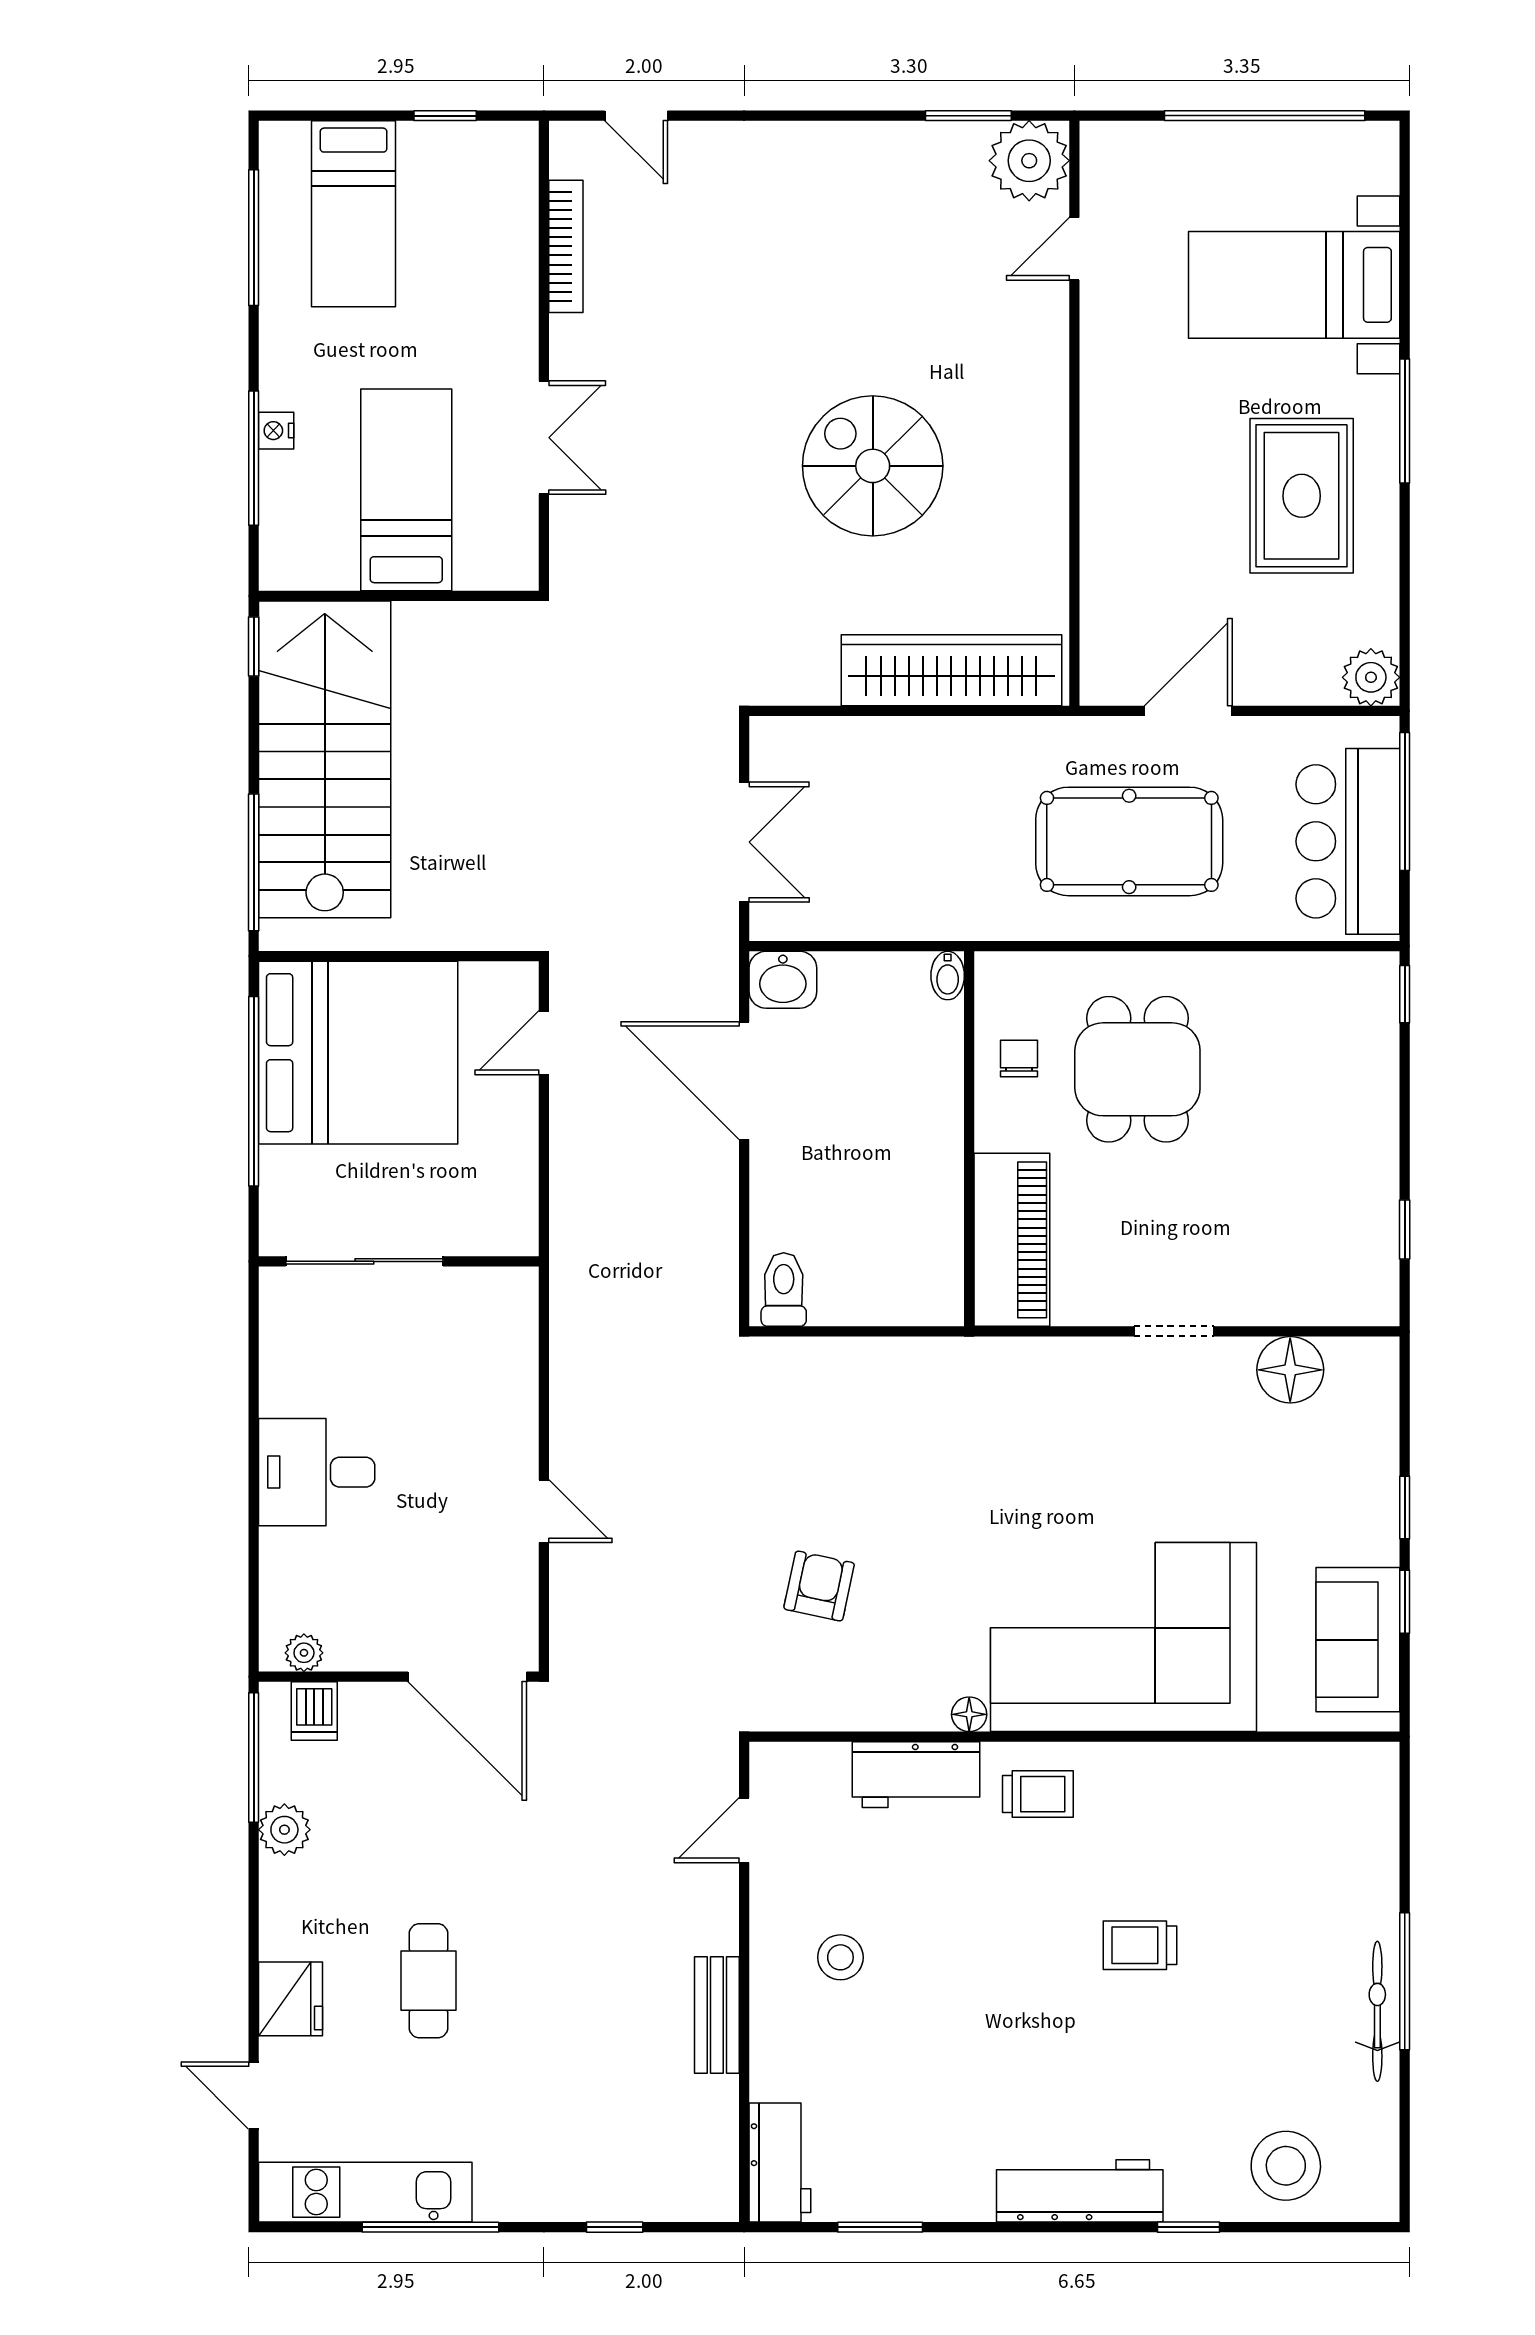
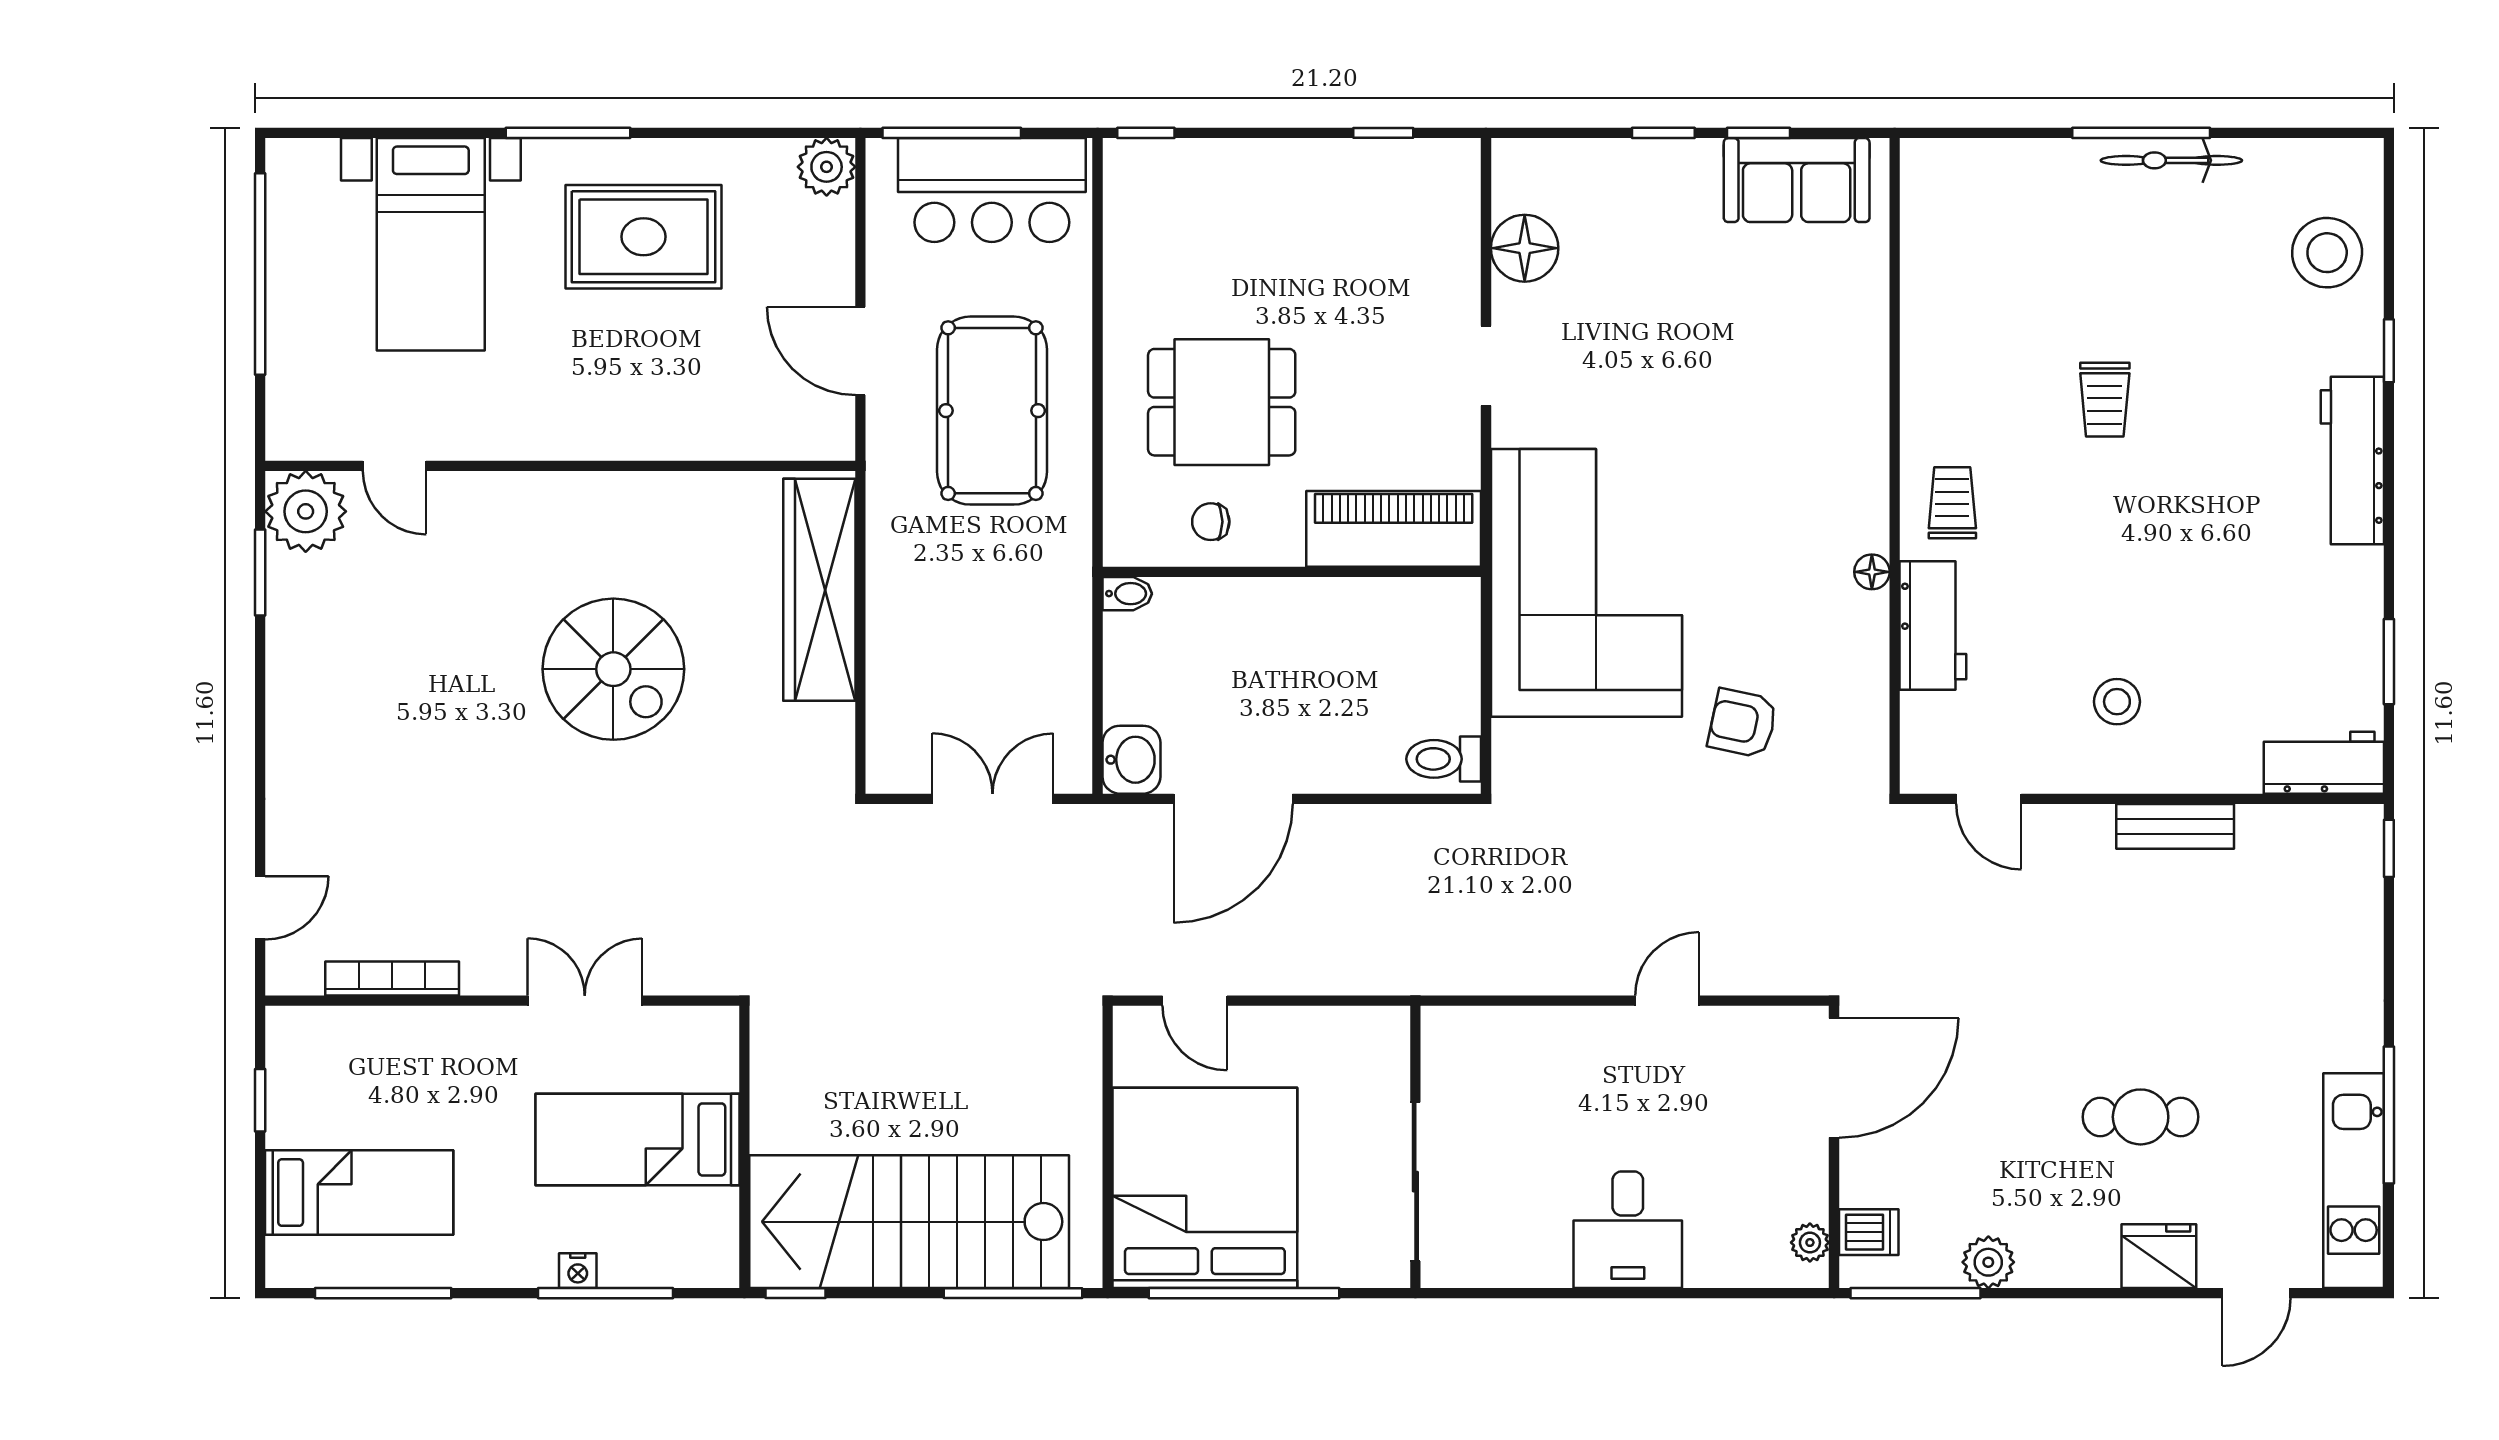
spiral stairs: (873, 466) -> (613, 669), turned -90
corner sofa: (1124, 1637) -> (1586, 583), moved, turned 180
window: (615, 2227) -> (2389, 848), moved

